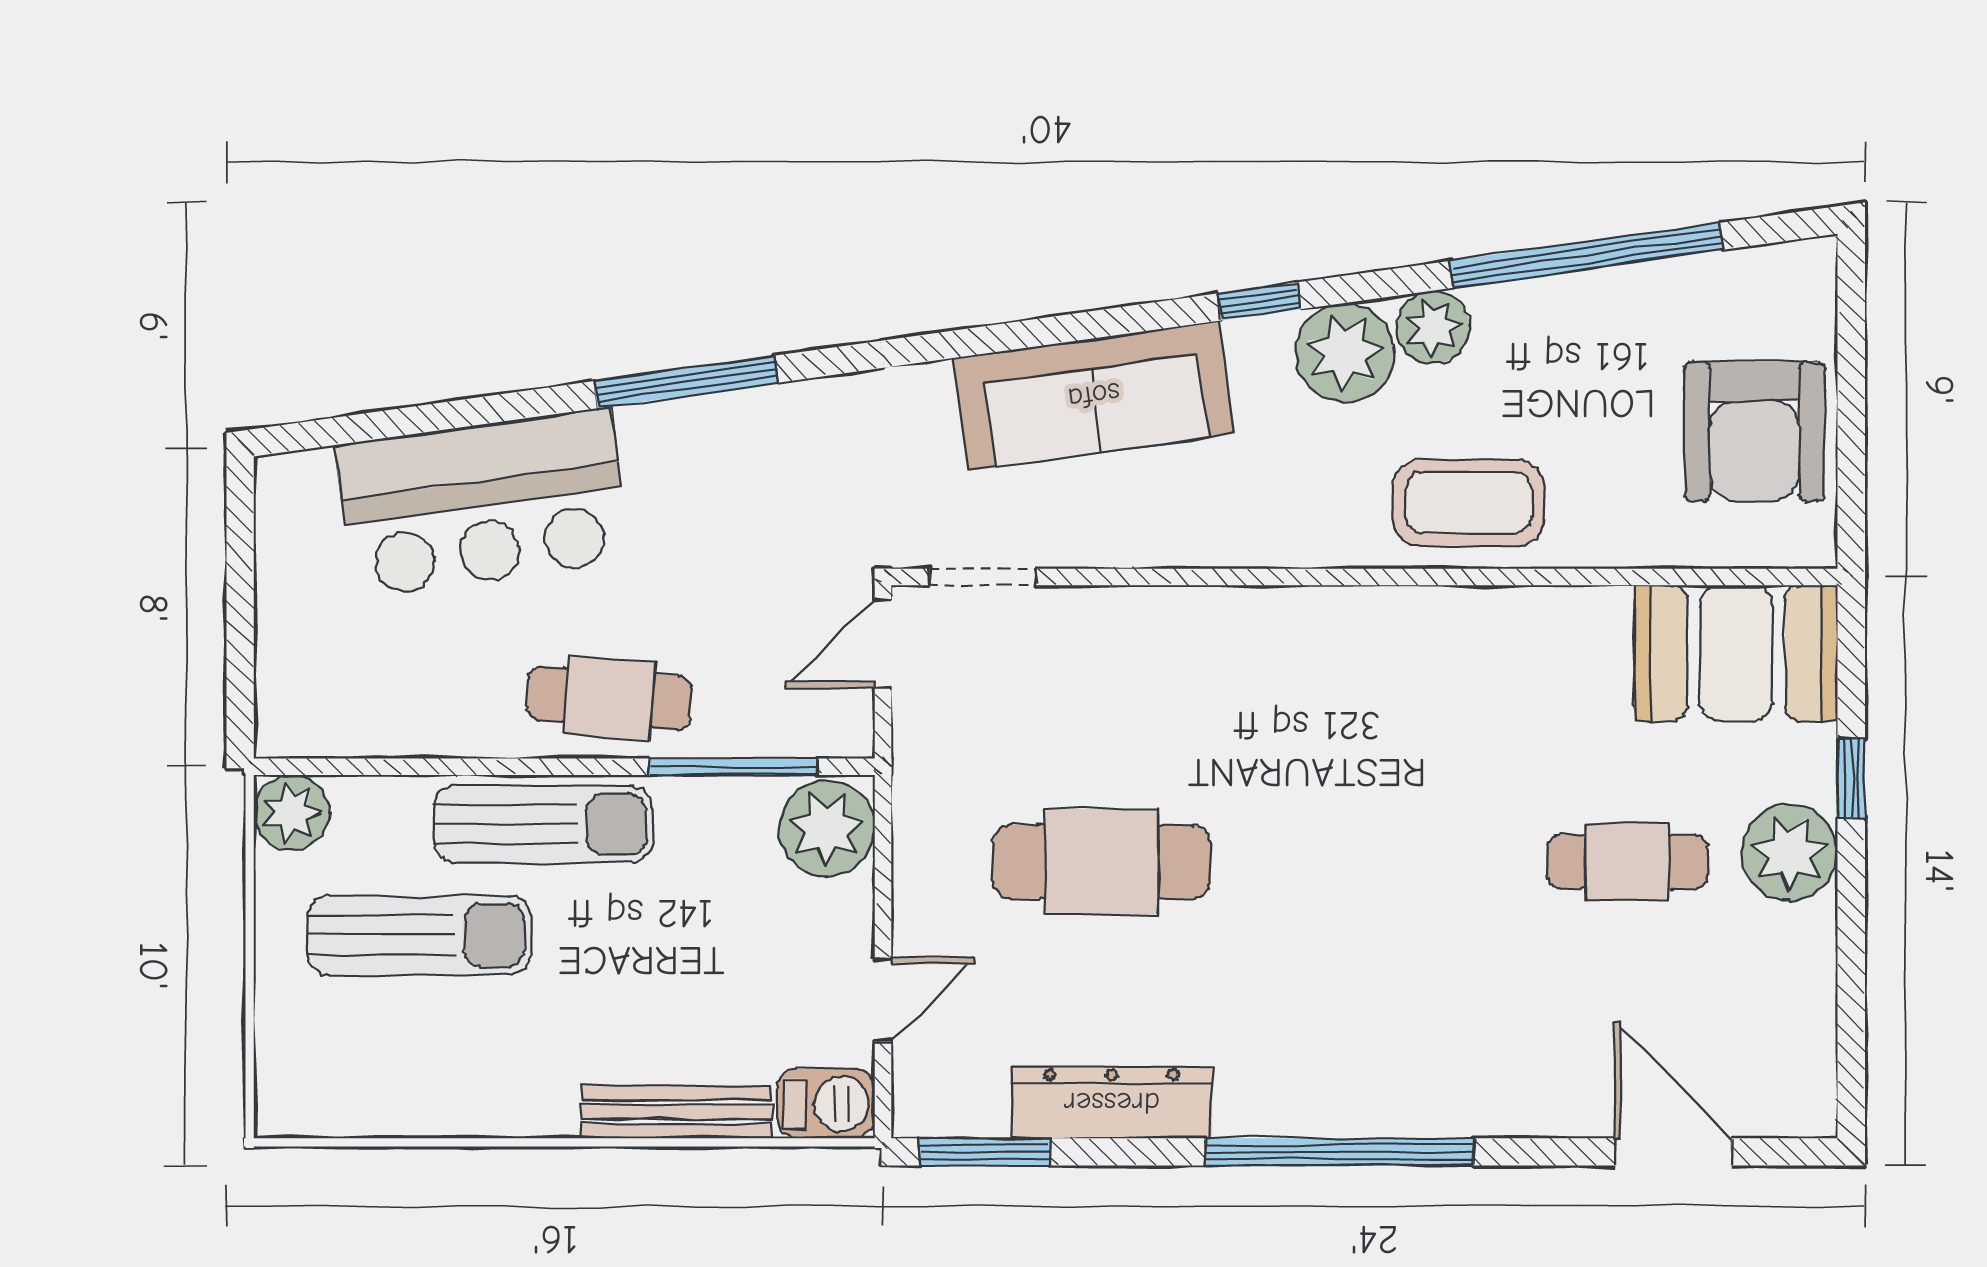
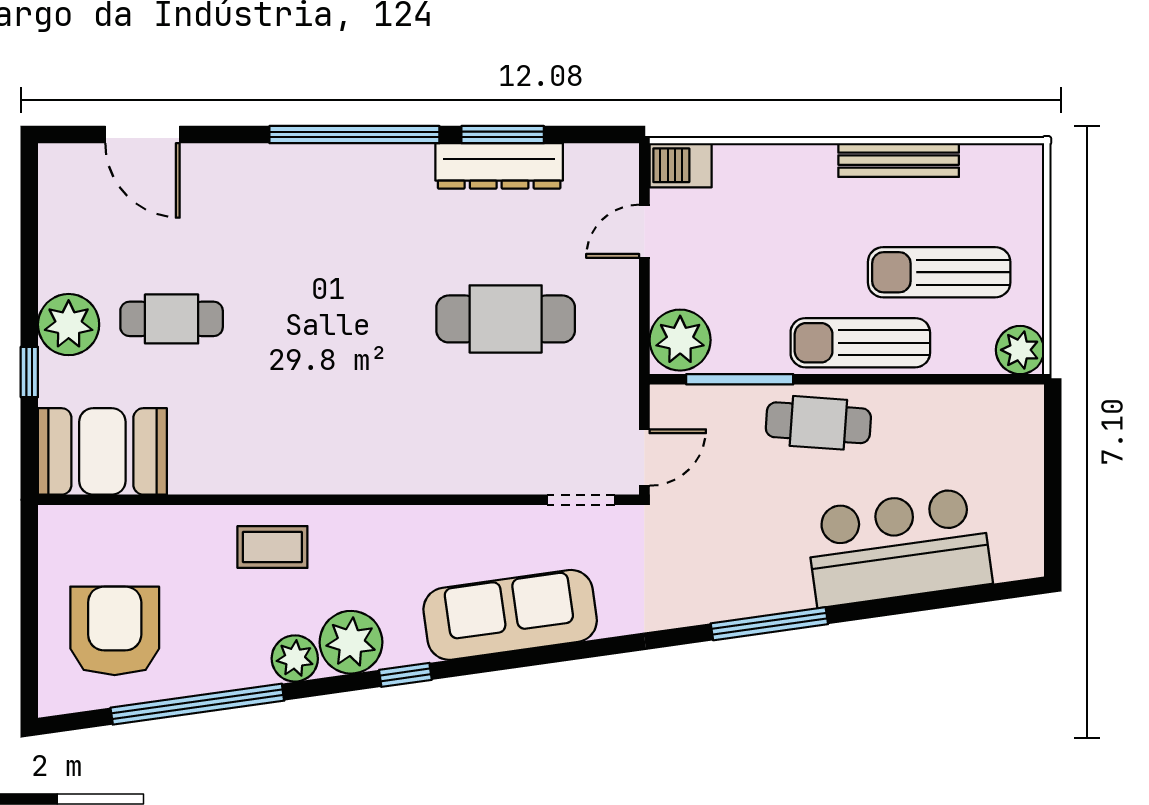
armchair: (1755, 432) -> (115, 631), moved
coffee table: (1469, 503) -> (272, 547), width x0.73, depth x0.77
bench: (677, 1112) -> (899, 160), moved
window: (985, 1152) -> (503, 135), moved

